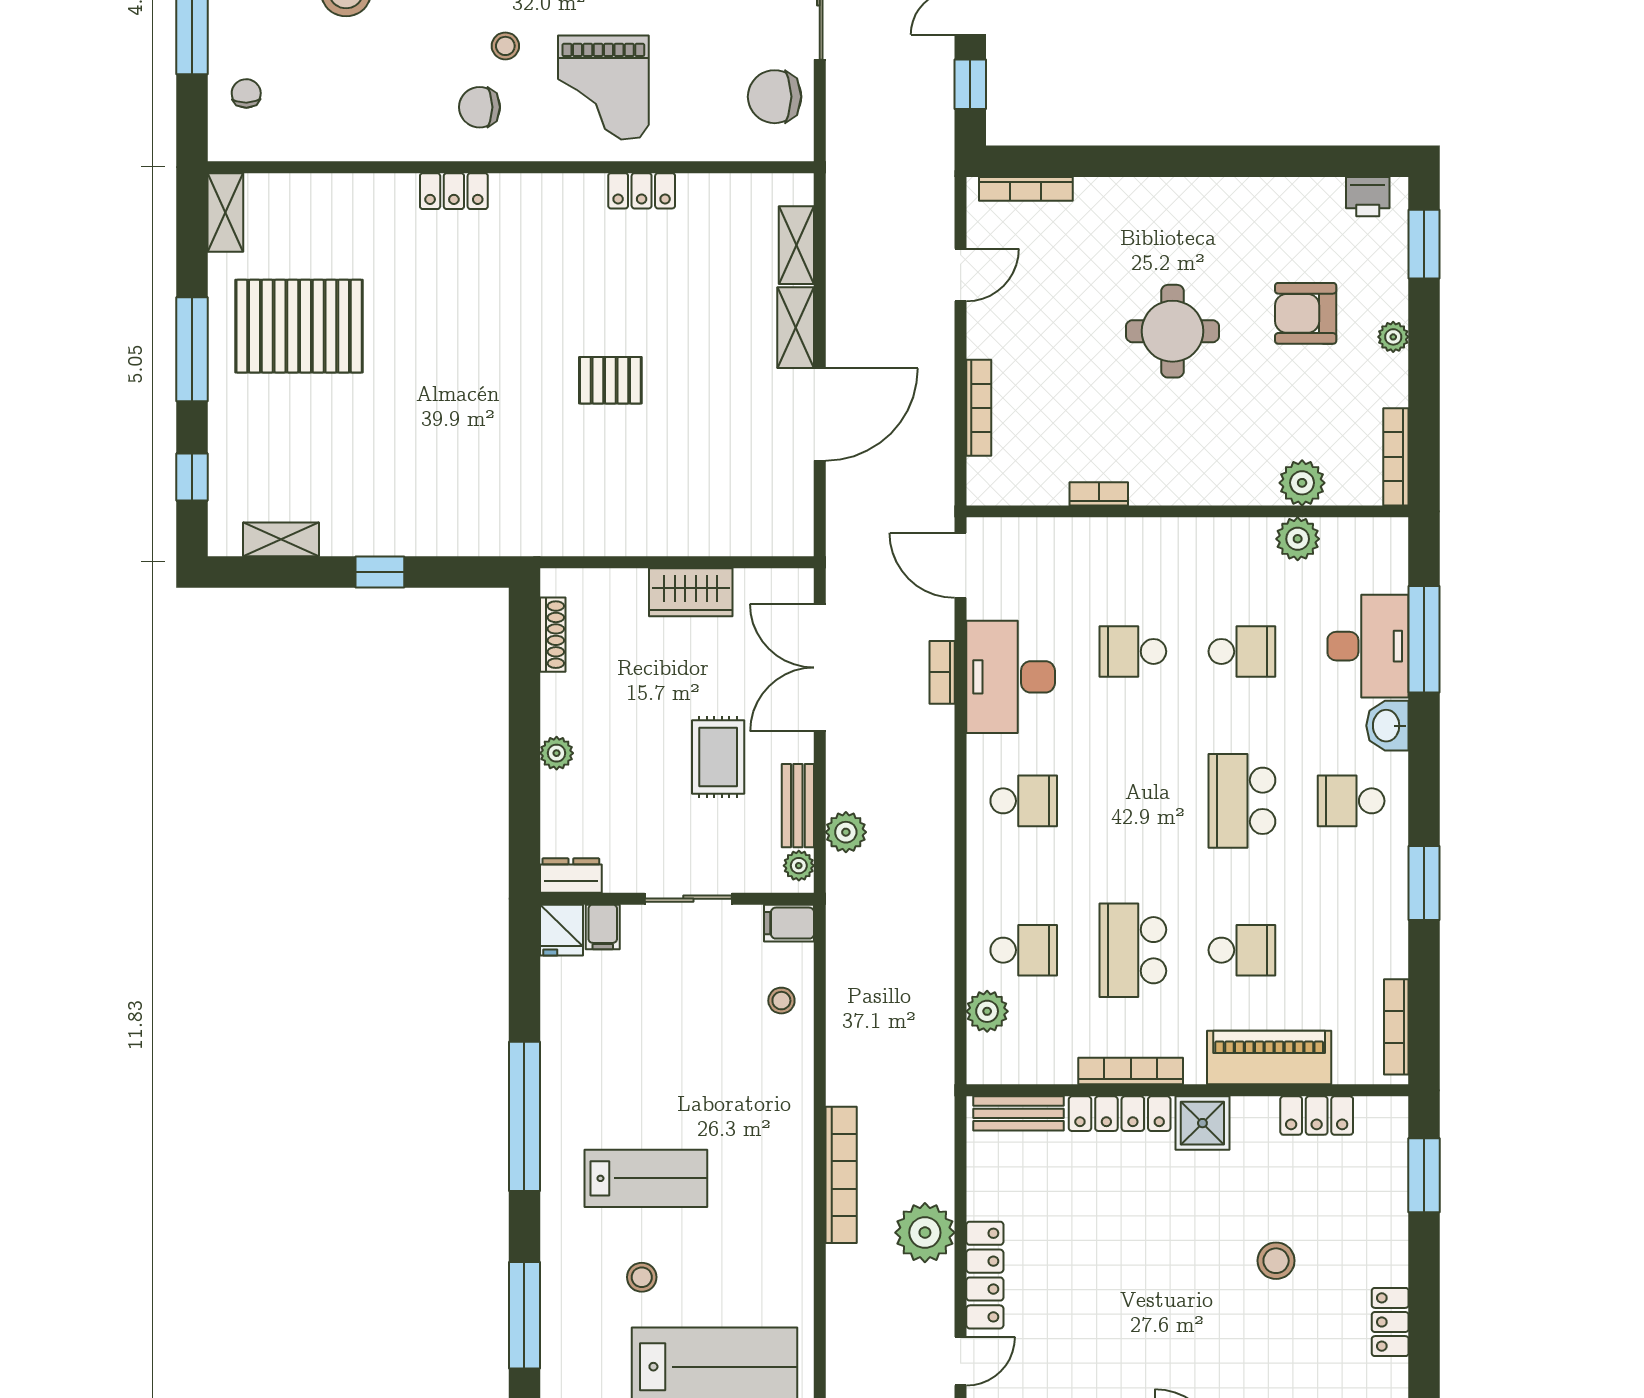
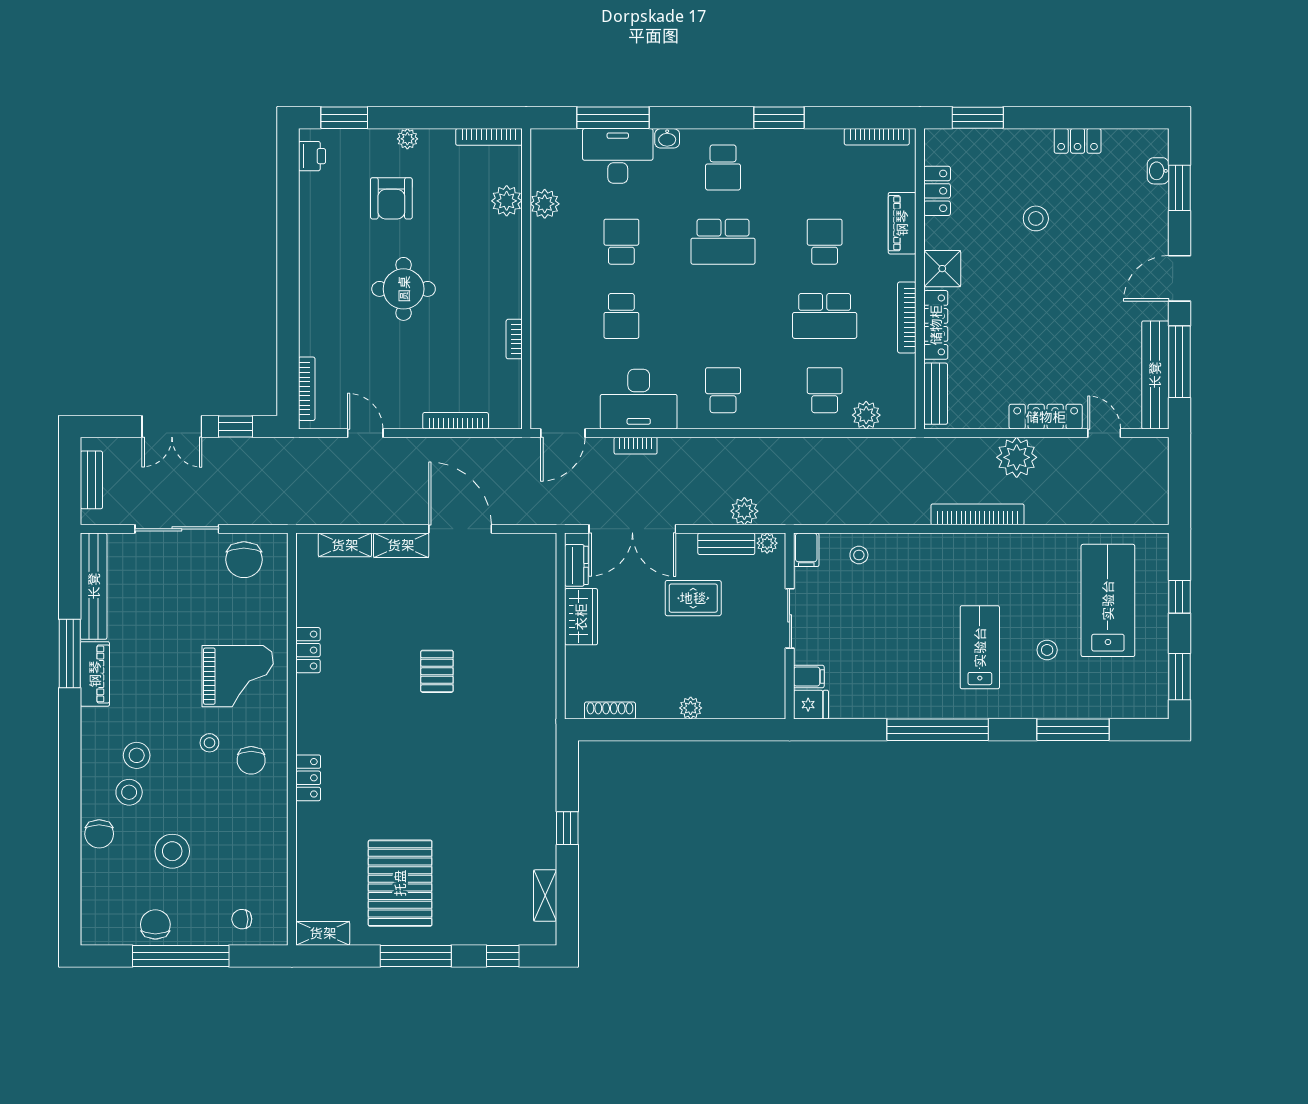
washbasin: (1387, 726) -> (667, 138), width x0.72, depth x0.69
dresser: (571, 875) -> (576, 565), moved, turned 180
piano: (1269, 1057) -> (902, 223), width x0.73, depth x0.75

